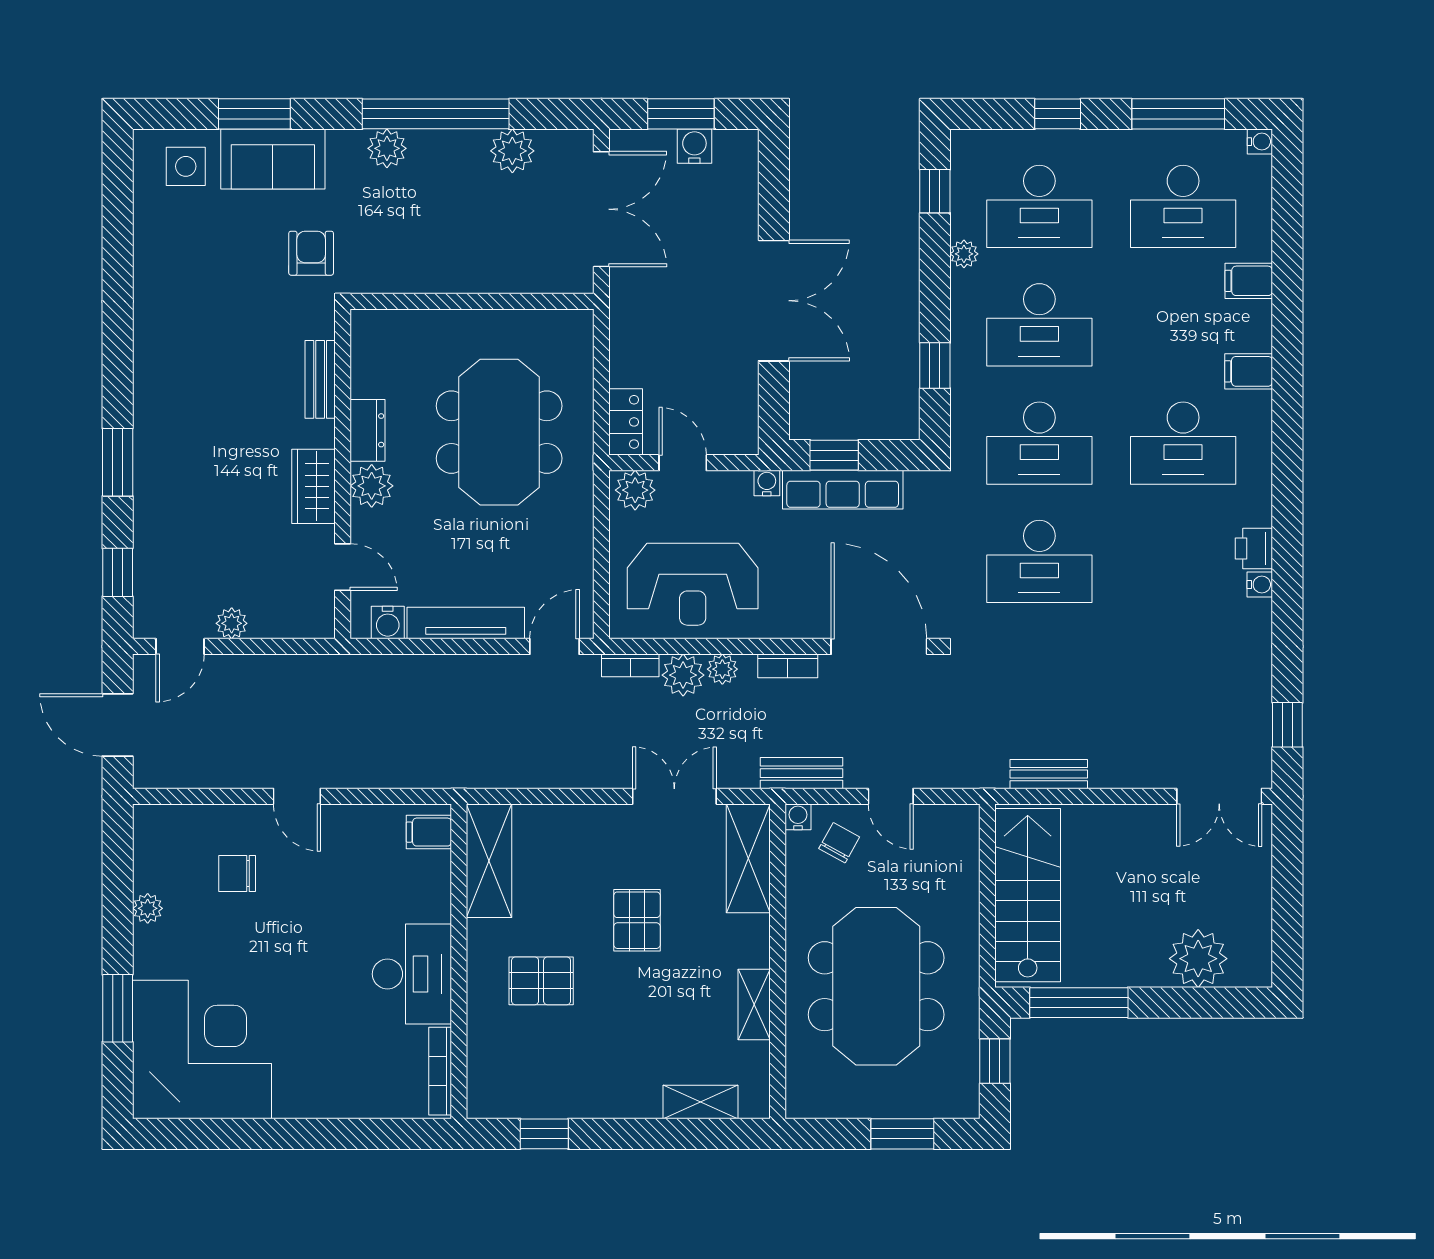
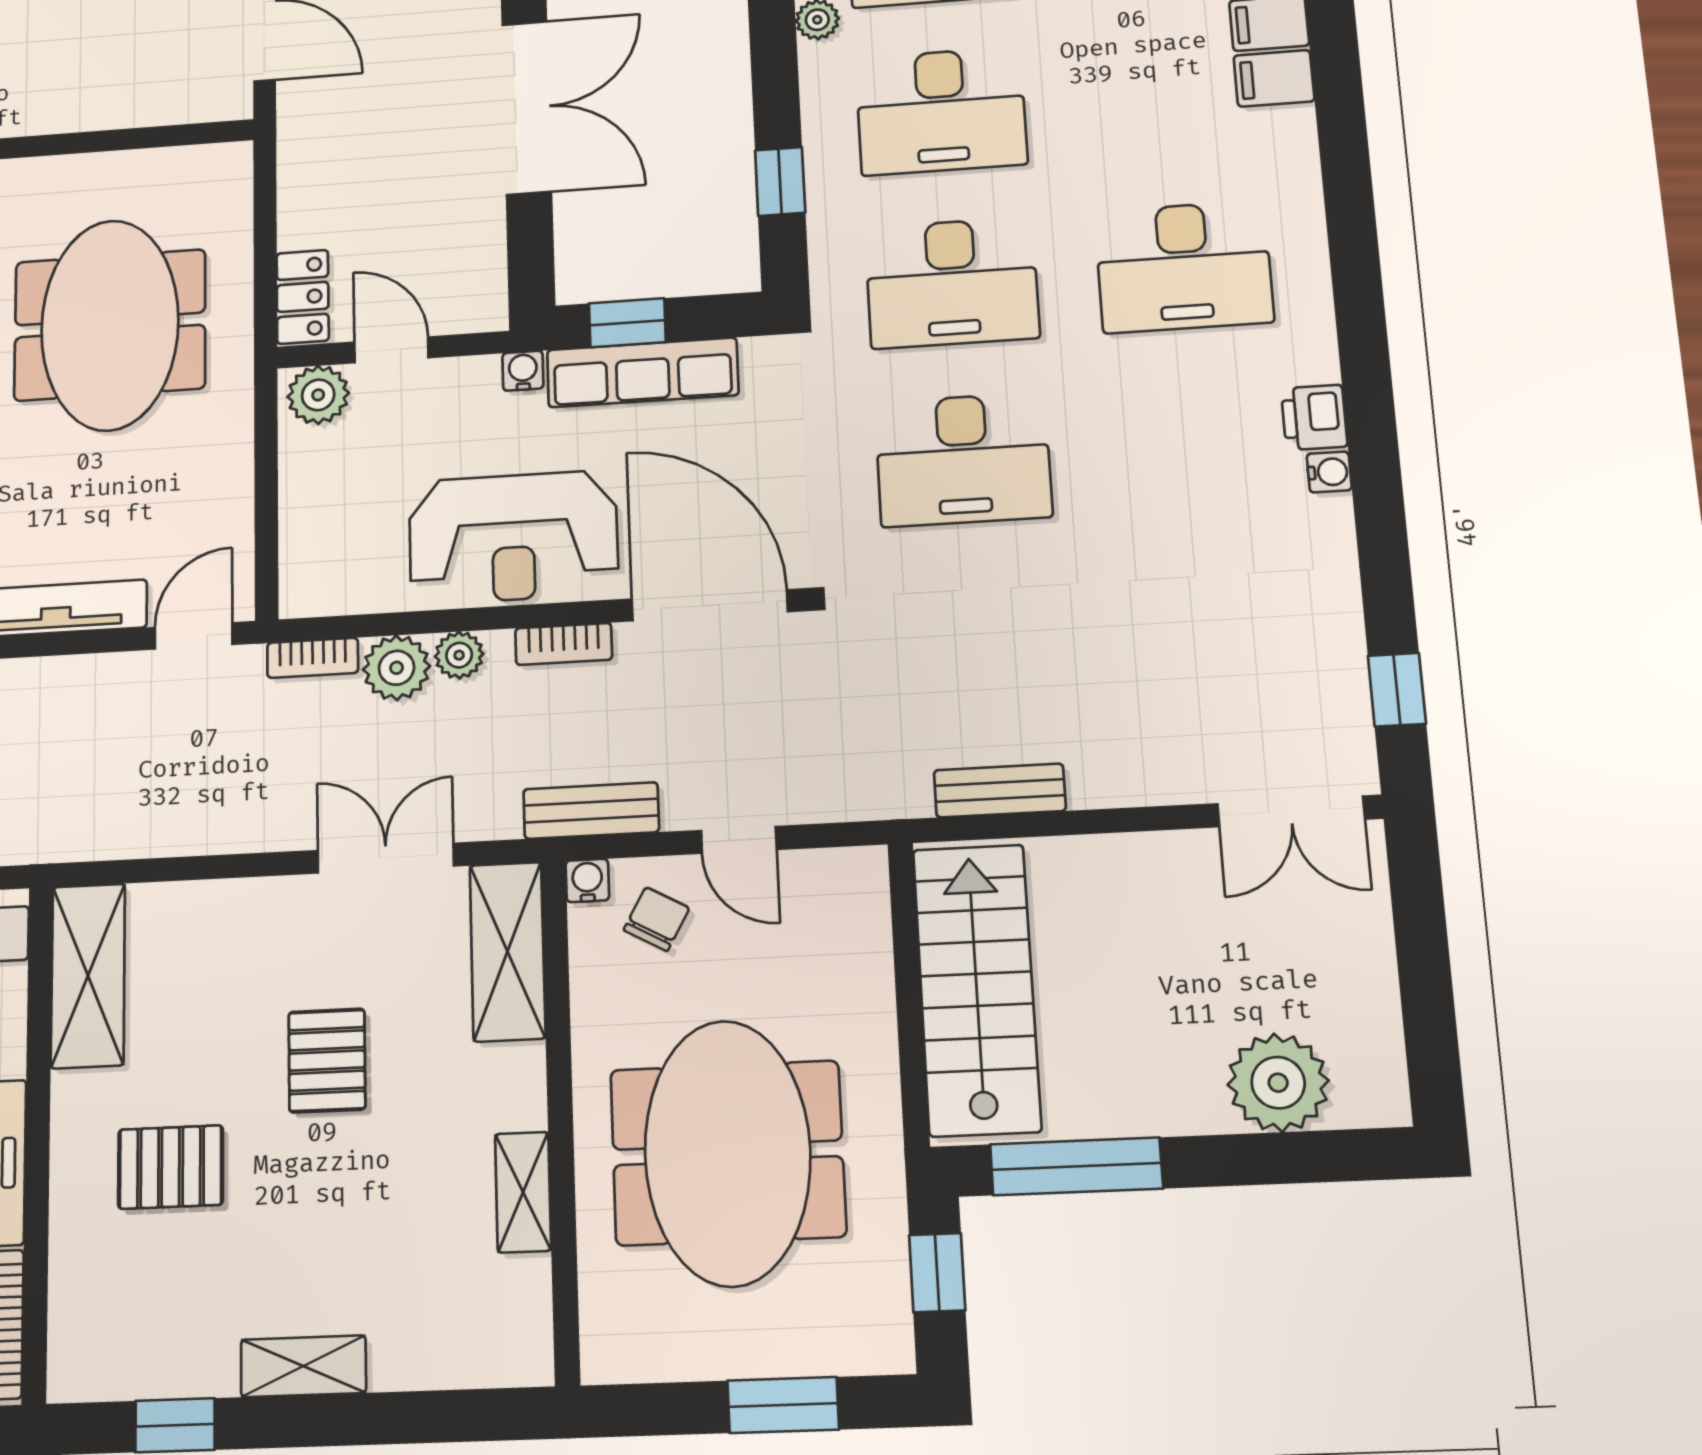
filing cabinet: (1249, 371) -> (1274, 78), moved
reception desk: (693, 584) -> (513, 537), moved
shelving: (701, 1102) -> (303, 1366), moved

